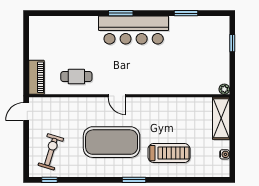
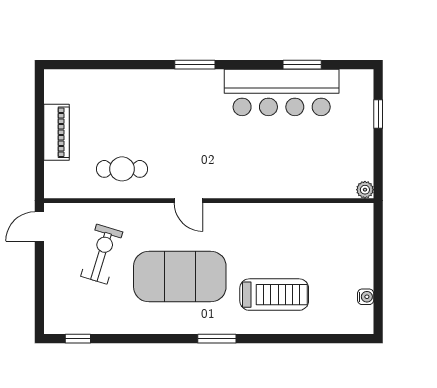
bar counter: (134, 30) -> (282, 92), moved
piano: (36, 77) -> (56, 132), moved
shelving: (221, 118) -> (360, 237), removed
exercise bike: (51, 152) -> (102, 254), moved

